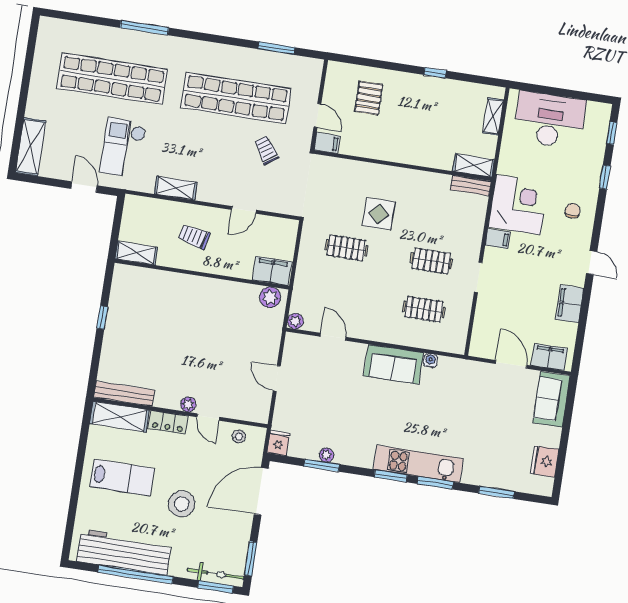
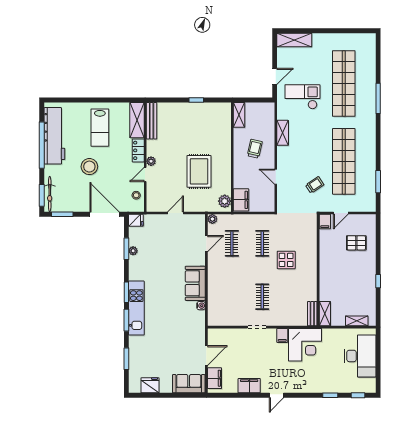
chair: (573, 211) -> (306, 379), removed
clothes rail: (424, 309) -> (232, 243), moved
rug: (216, 331) -> (199, 171), added

